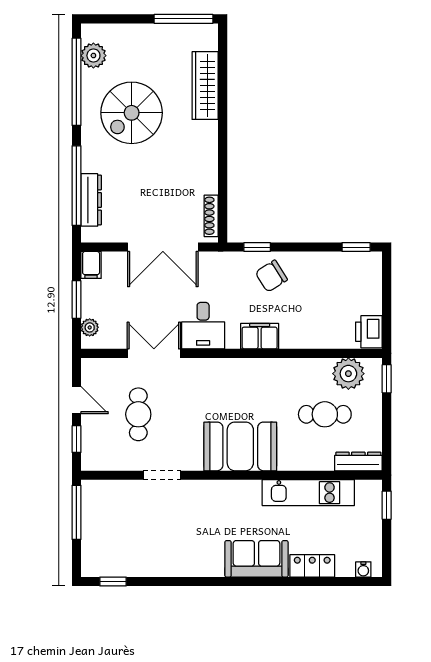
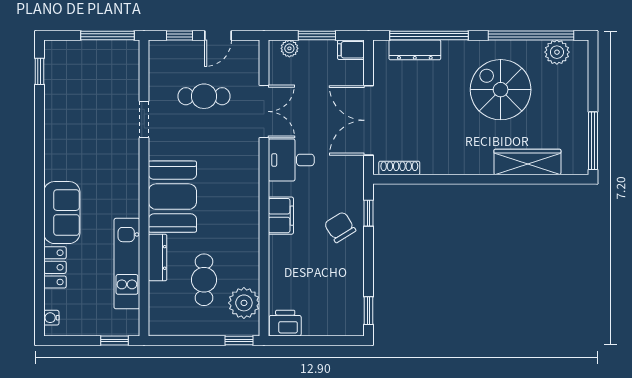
dresser: (358, 461) -> (158, 257), moved

